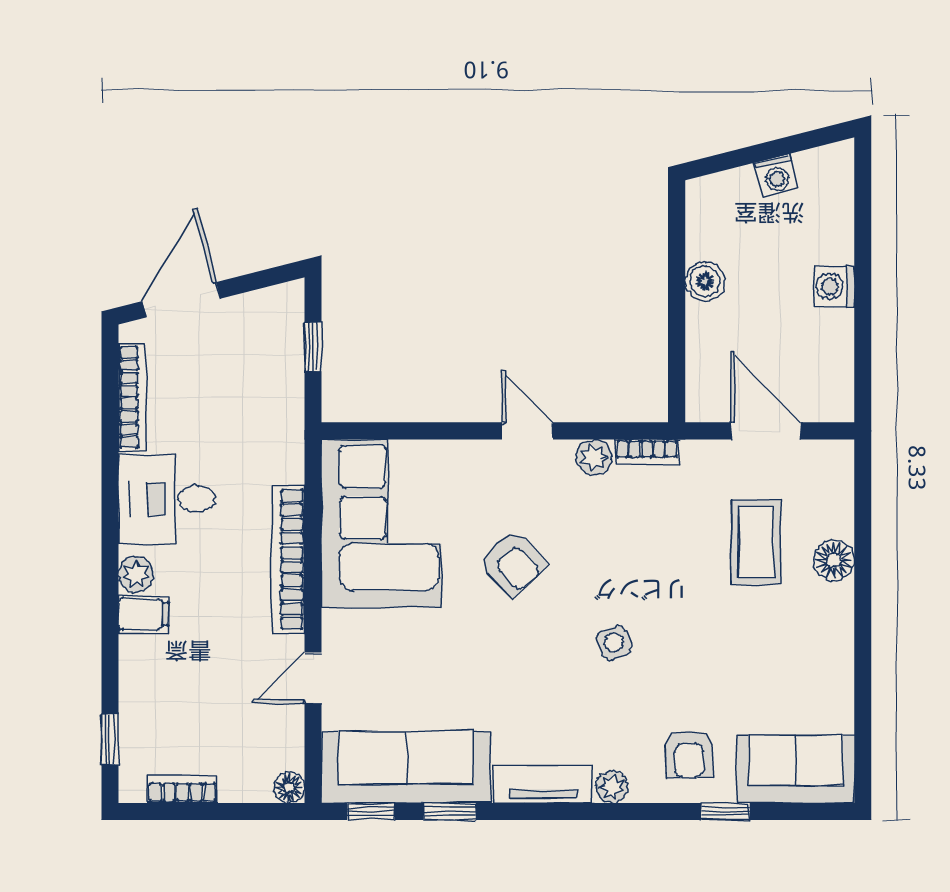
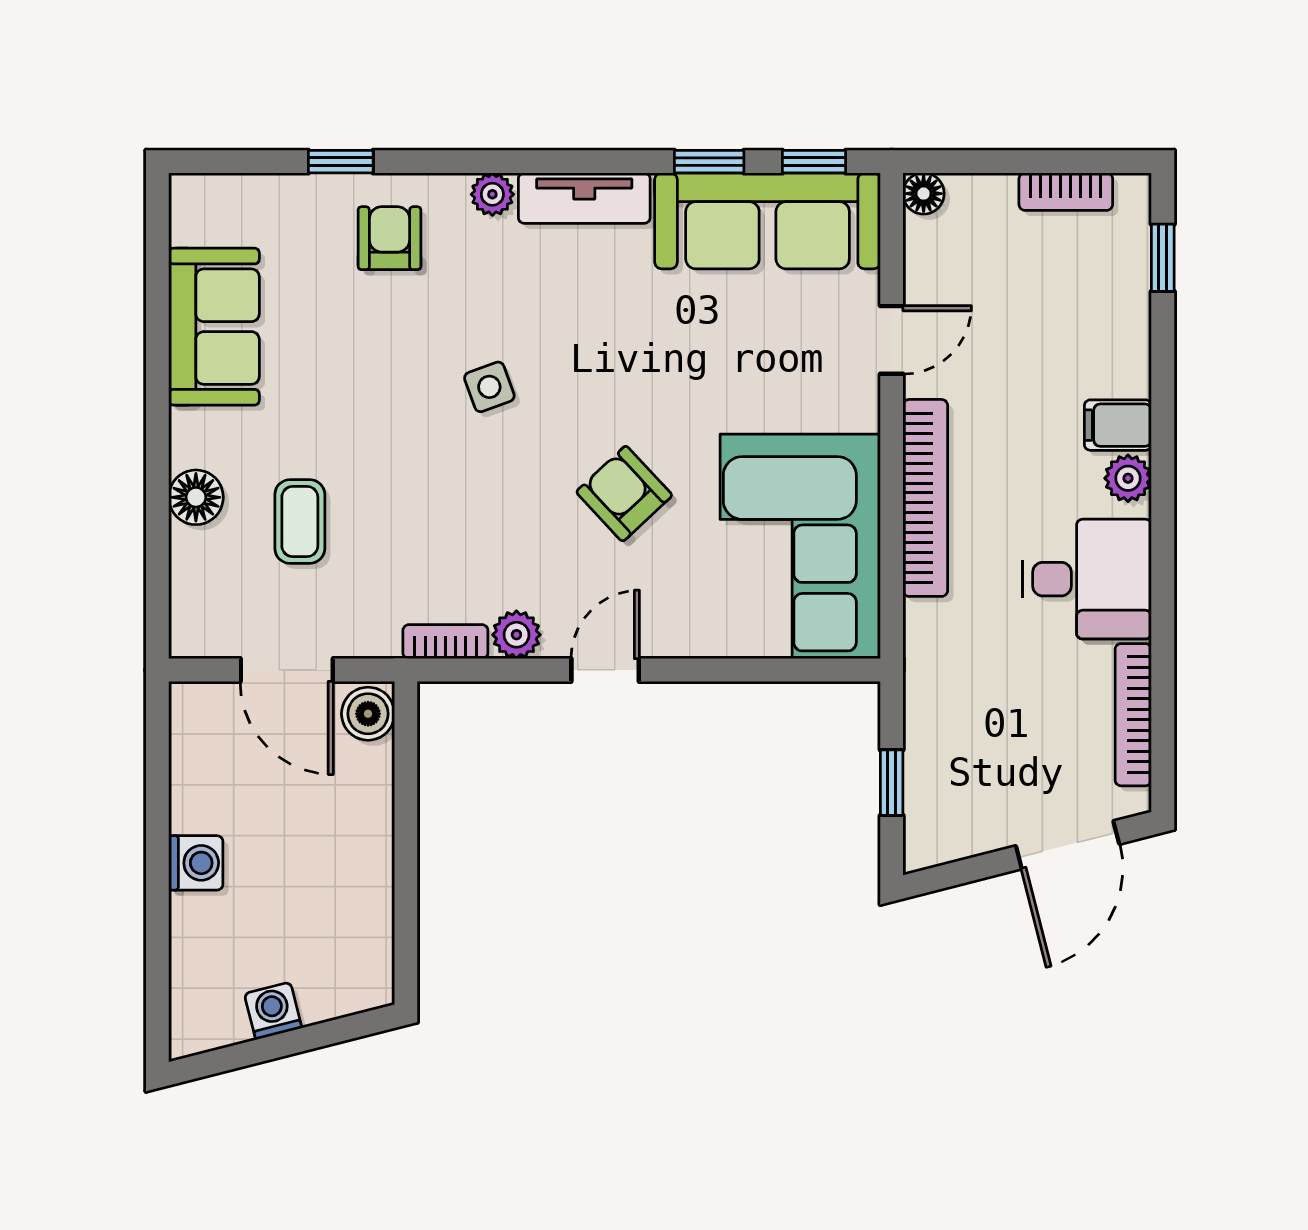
boiler: (705, 281) -> (368, 714), moved
door: (527, 431) -> (605, 670), swing flipped
coffee table: (756, 542) -> (300, 521), width x0.73, depth x0.77
sofa: (796, 769) -> (214, 327), moved, turned -90

